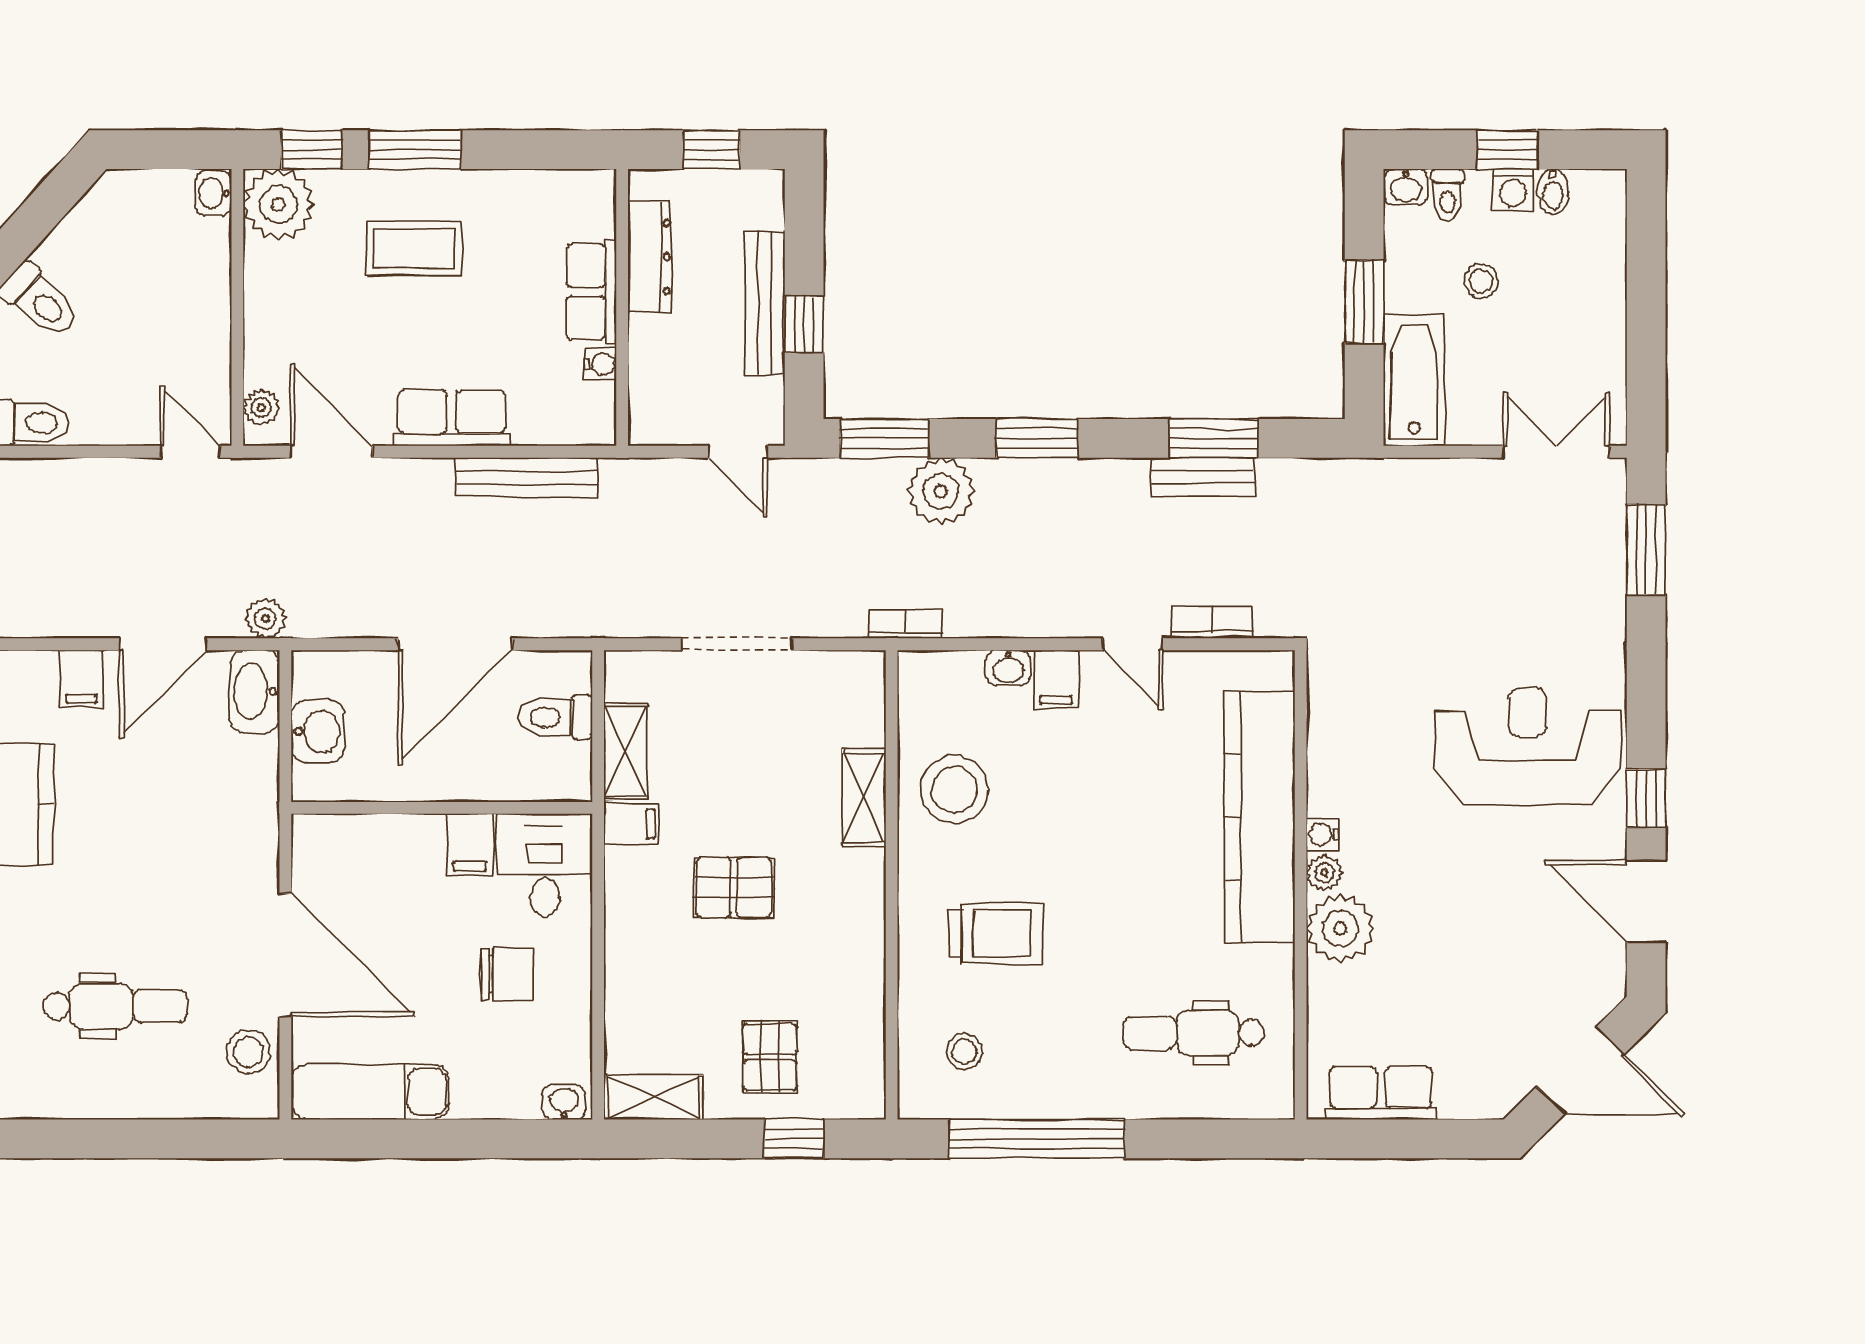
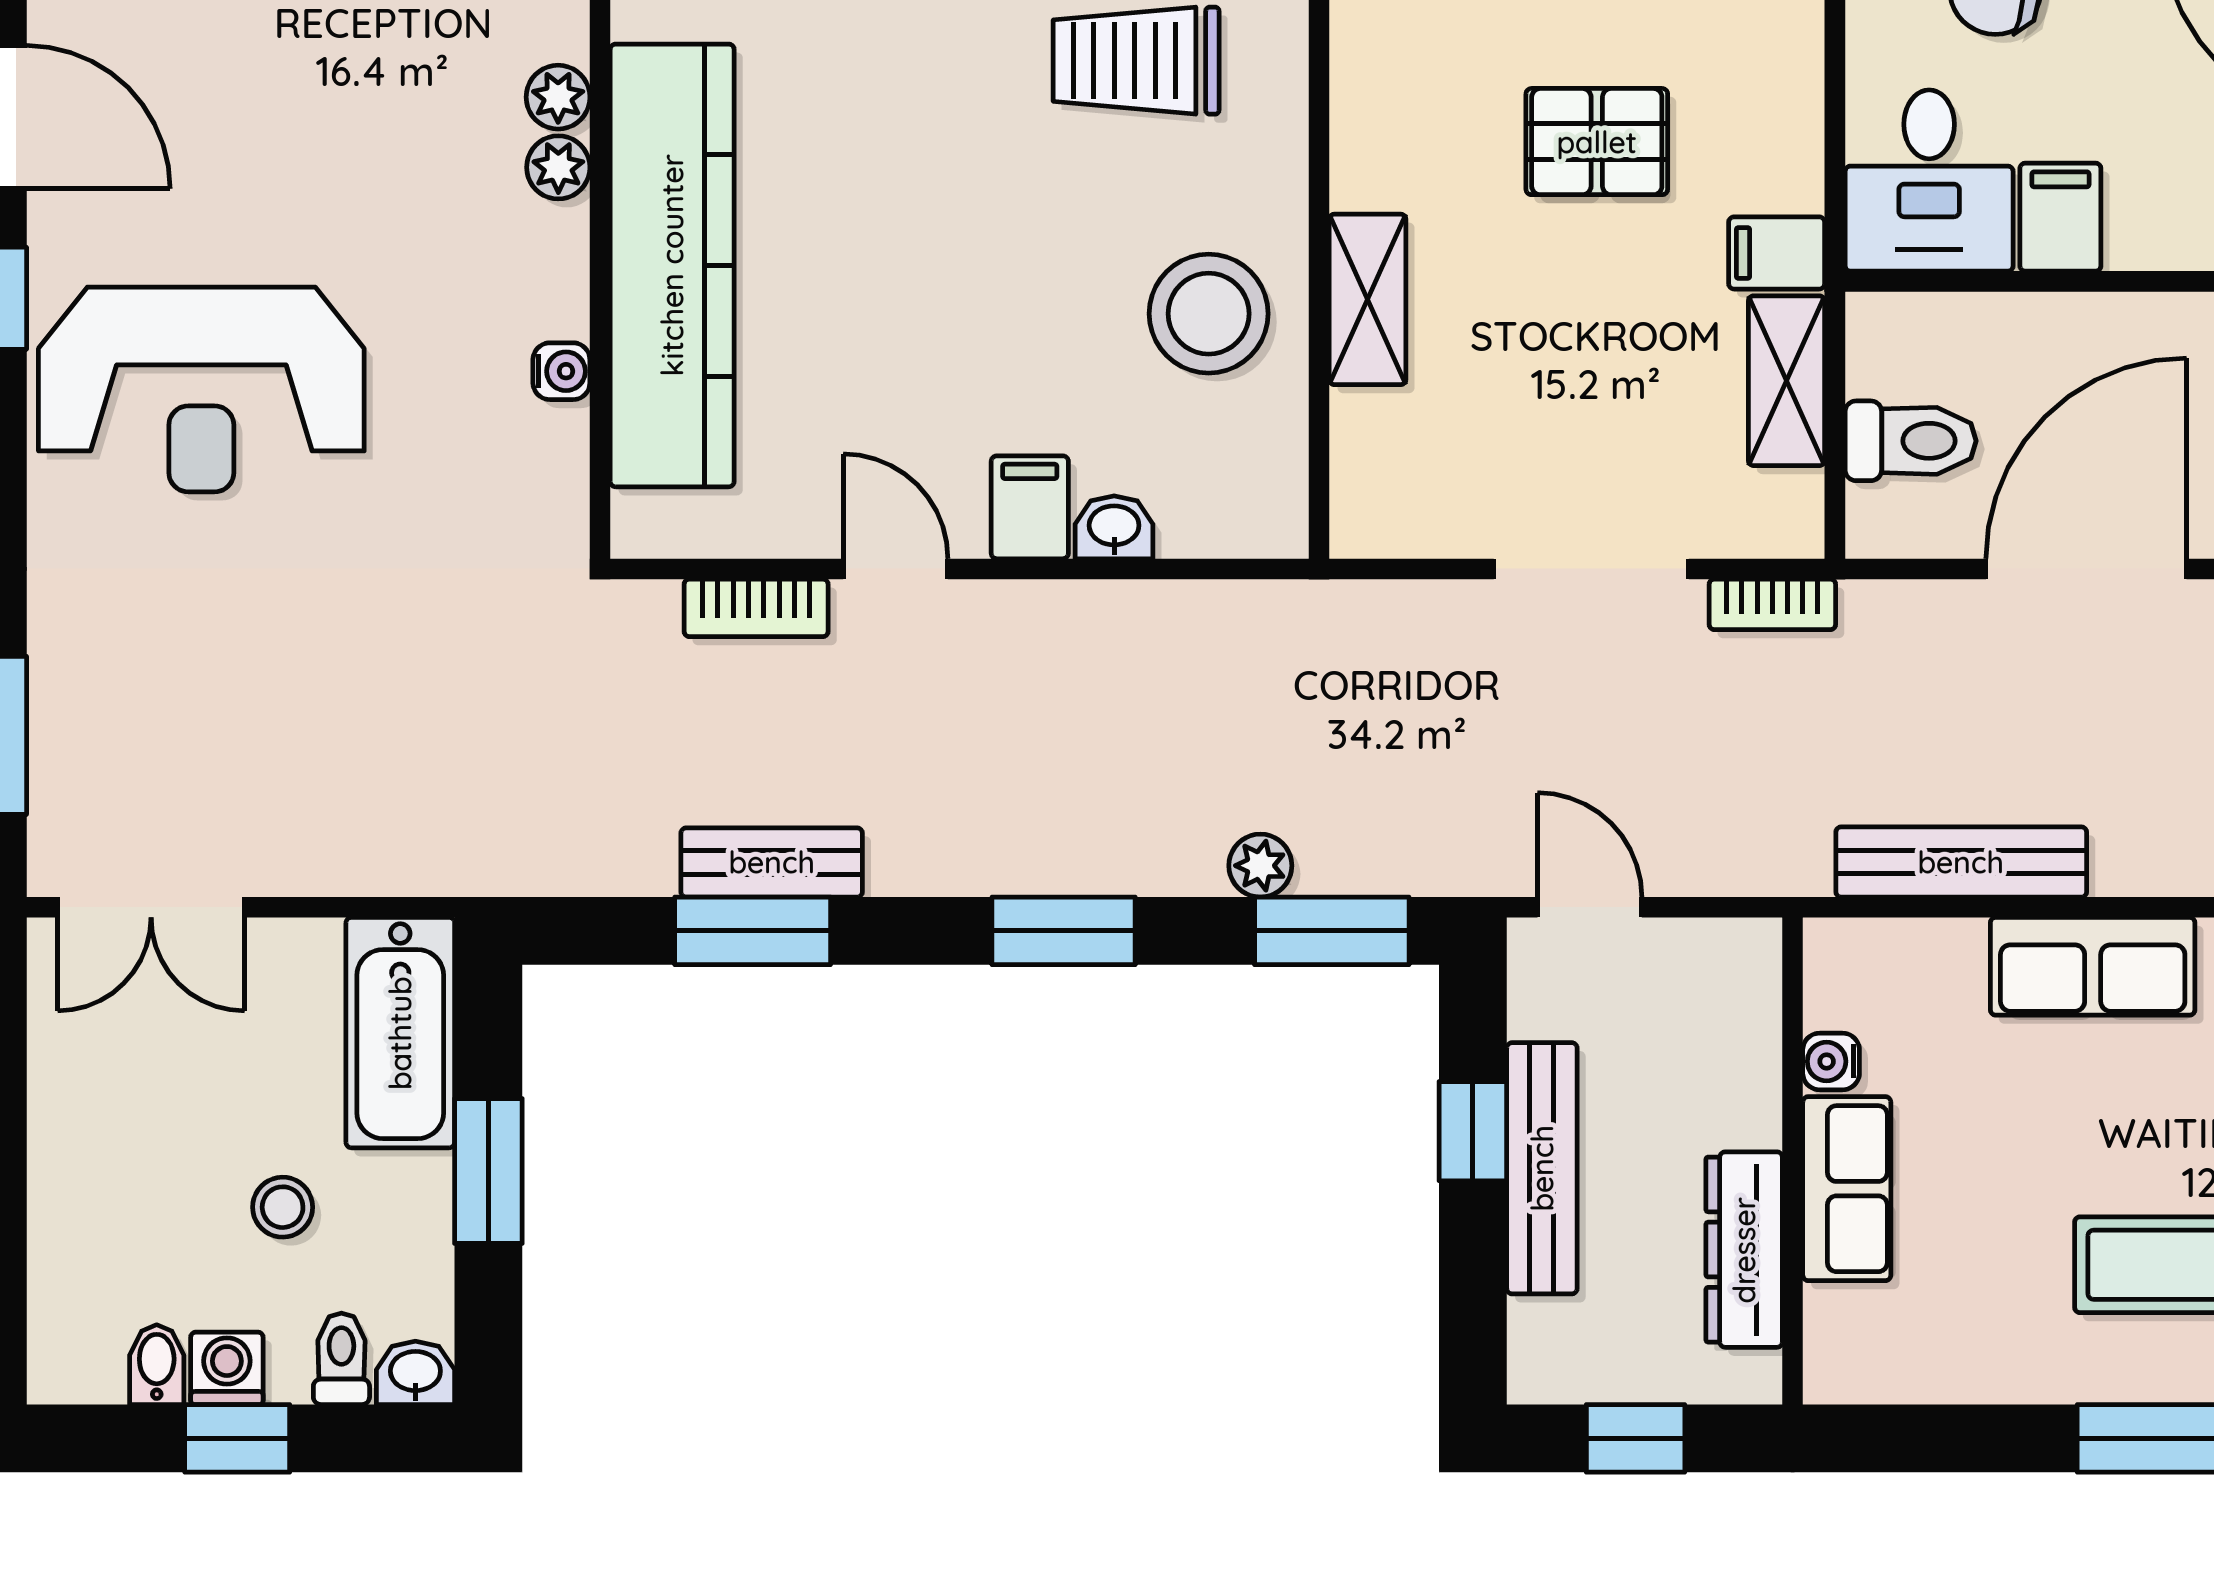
plant: (941, 491) -> (1260, 866), width x0.53, depth x0.53
bookcase: (905, 624) -> (1772, 604), moved
water cooler: (1323, 835) -> (561, 371), moved
plant: (1340, 929) -> (558, 97), width x0.53, depth x0.53

